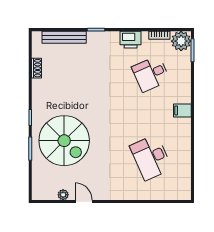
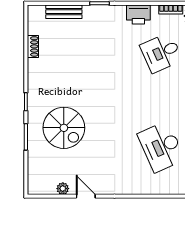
bench: (64, 37) -> (64, 12), width x0.73
spiral stairs: (64, 141) -> (64, 128), width x0.73, depth x0.73

